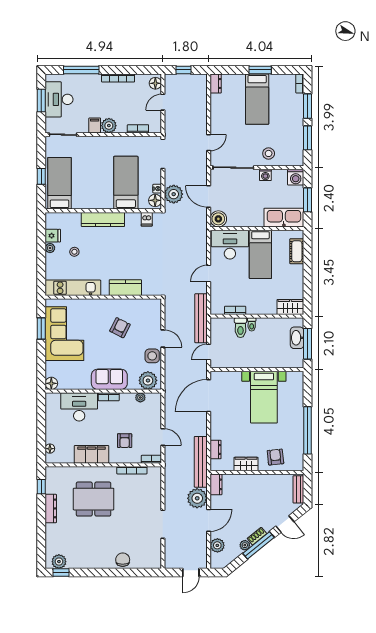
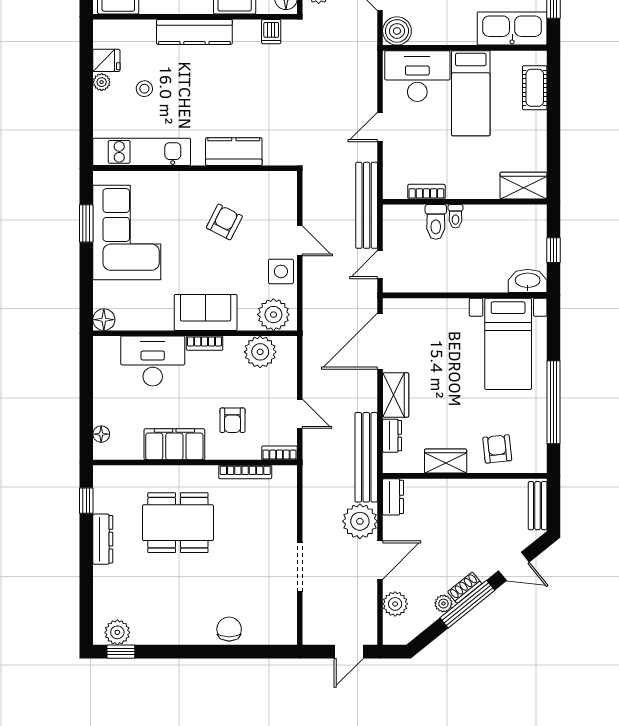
washbasin: (297, 338) -> (528, 281), moved, turned 90
window: (308, 344) -> (553, 250), width x0.46
plant: (140, 397) -> (260, 352), width x1.88, depth x1.88
bed with nightstands: (264, 397) -> (508, 344), moved
wardrobe: (218, 426) -> (396, 395), added

